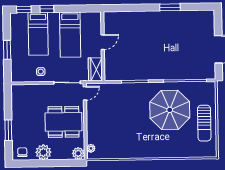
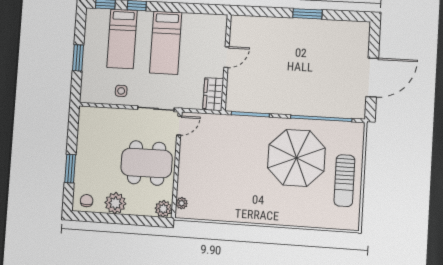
door: (103, 42) -> (227, 57), moved
wall: (103, 46) -> (226, 63), moved
wardrobe: (95, 69) -> (213, 94), moved

